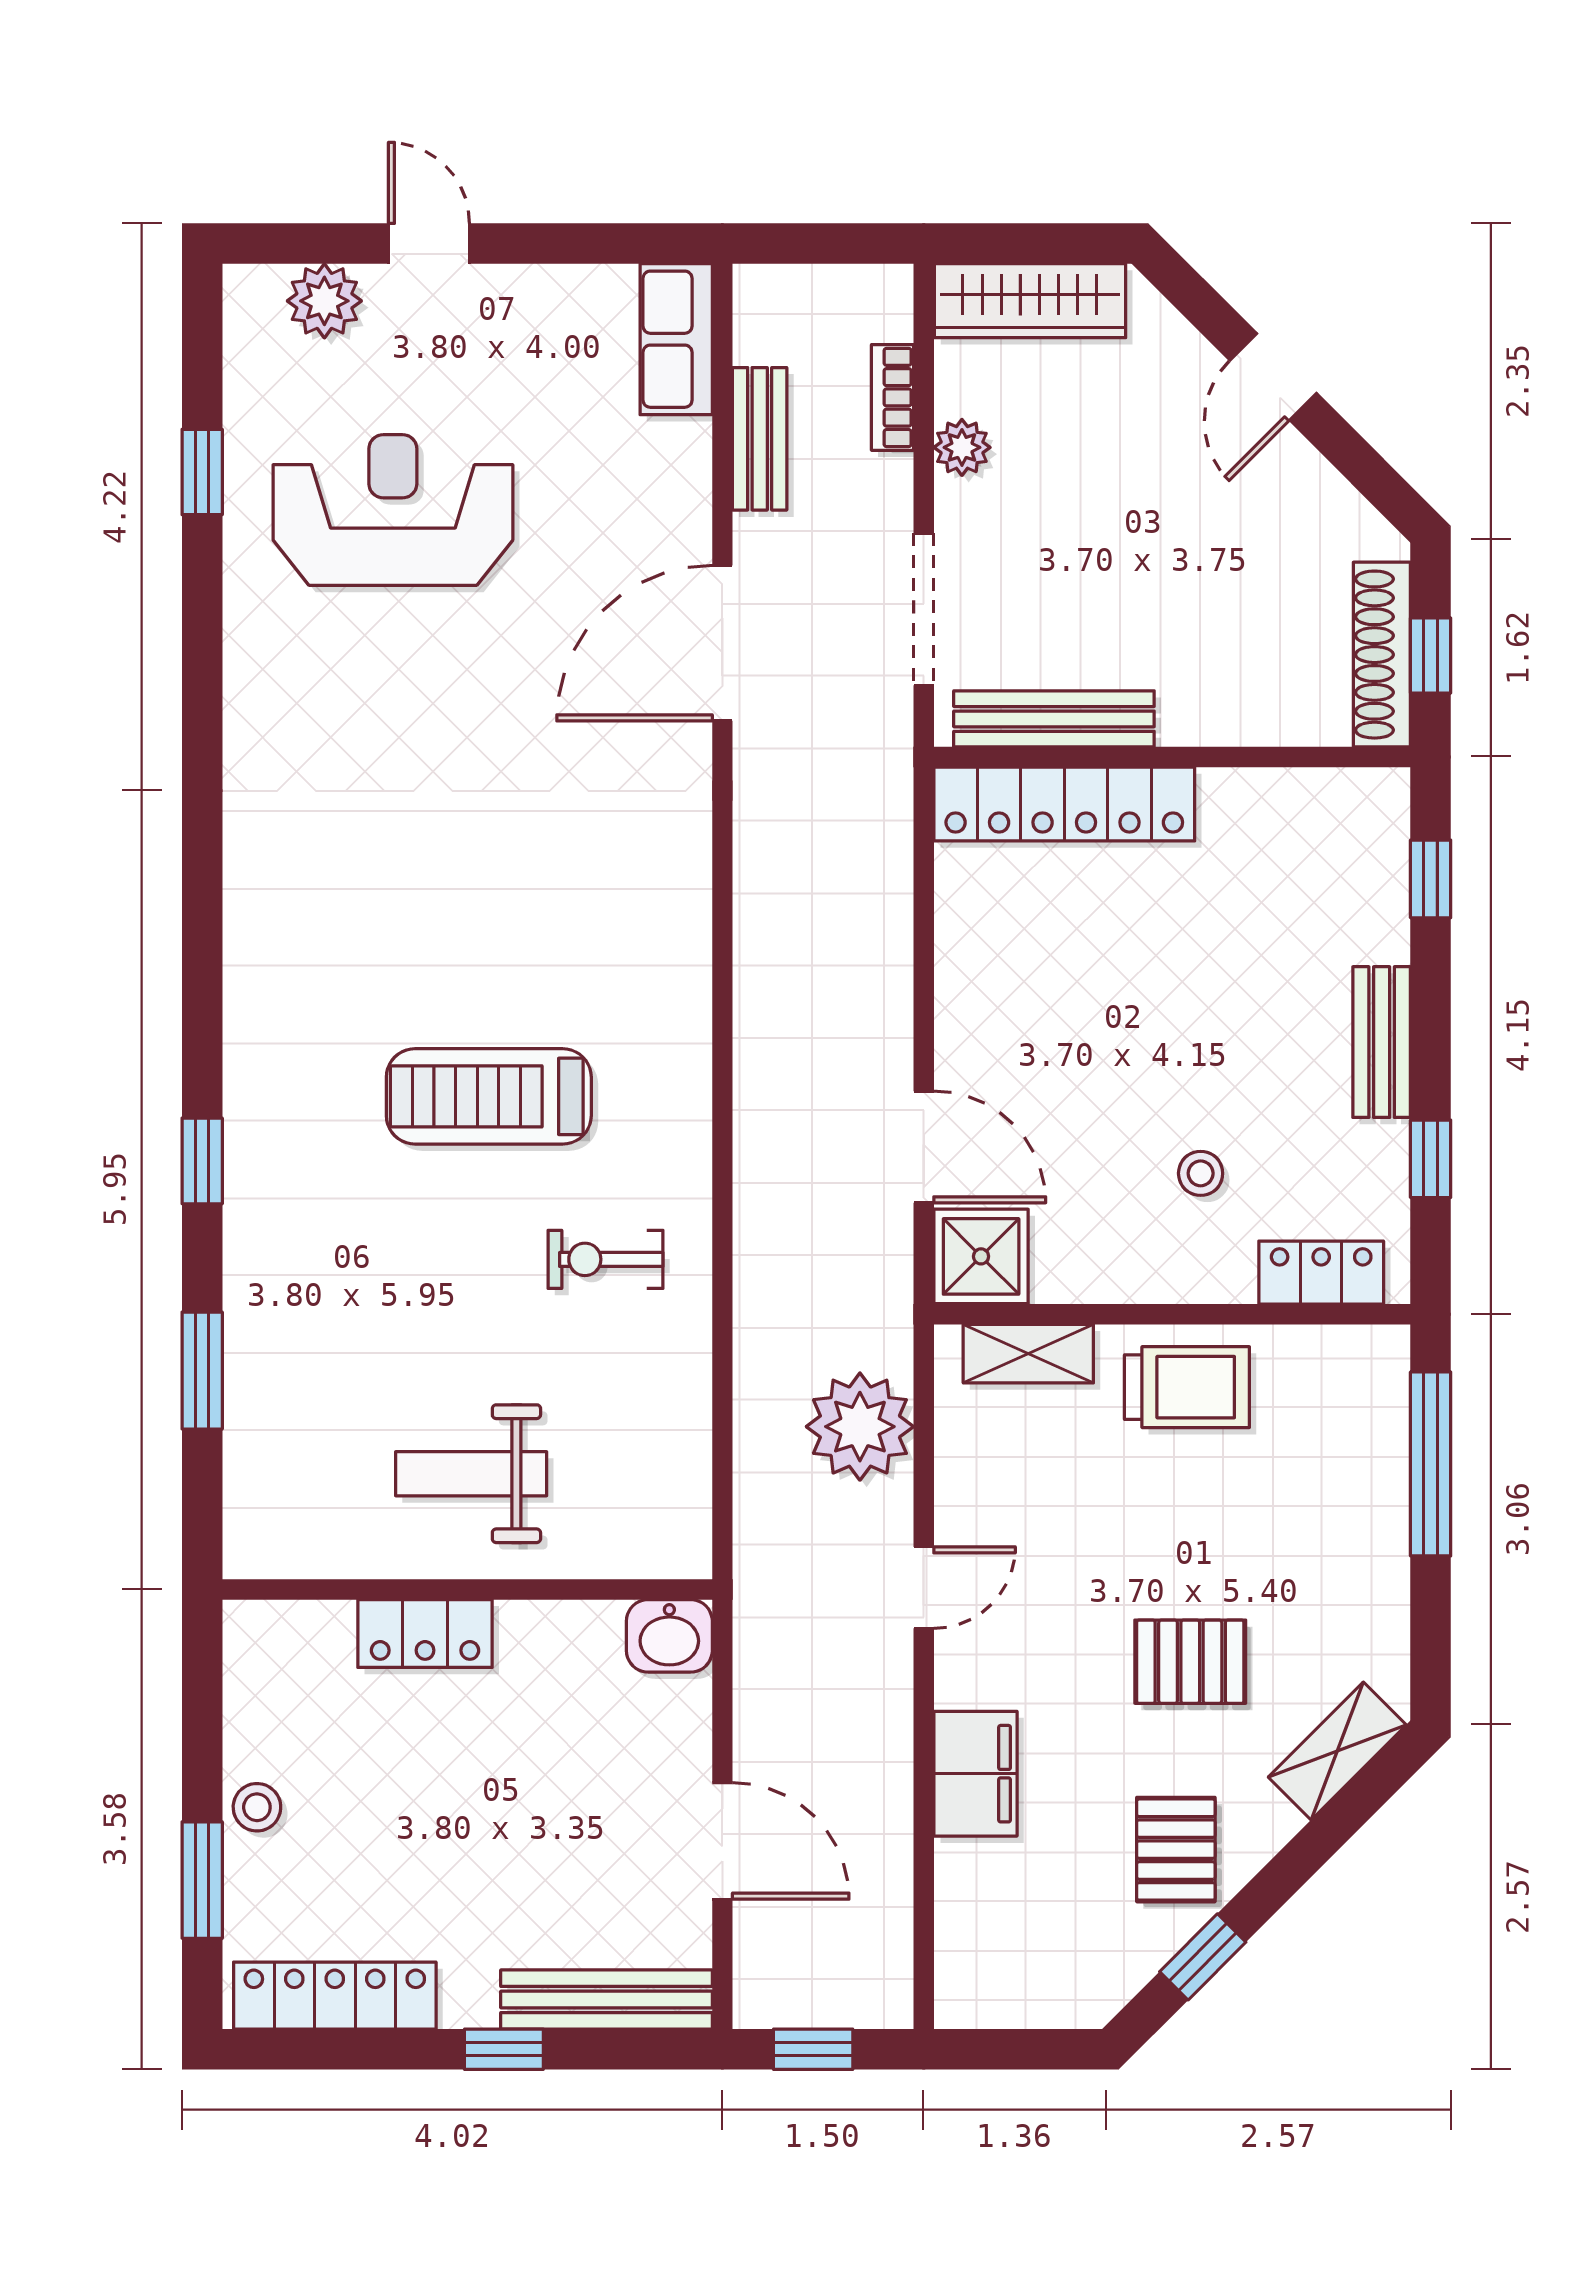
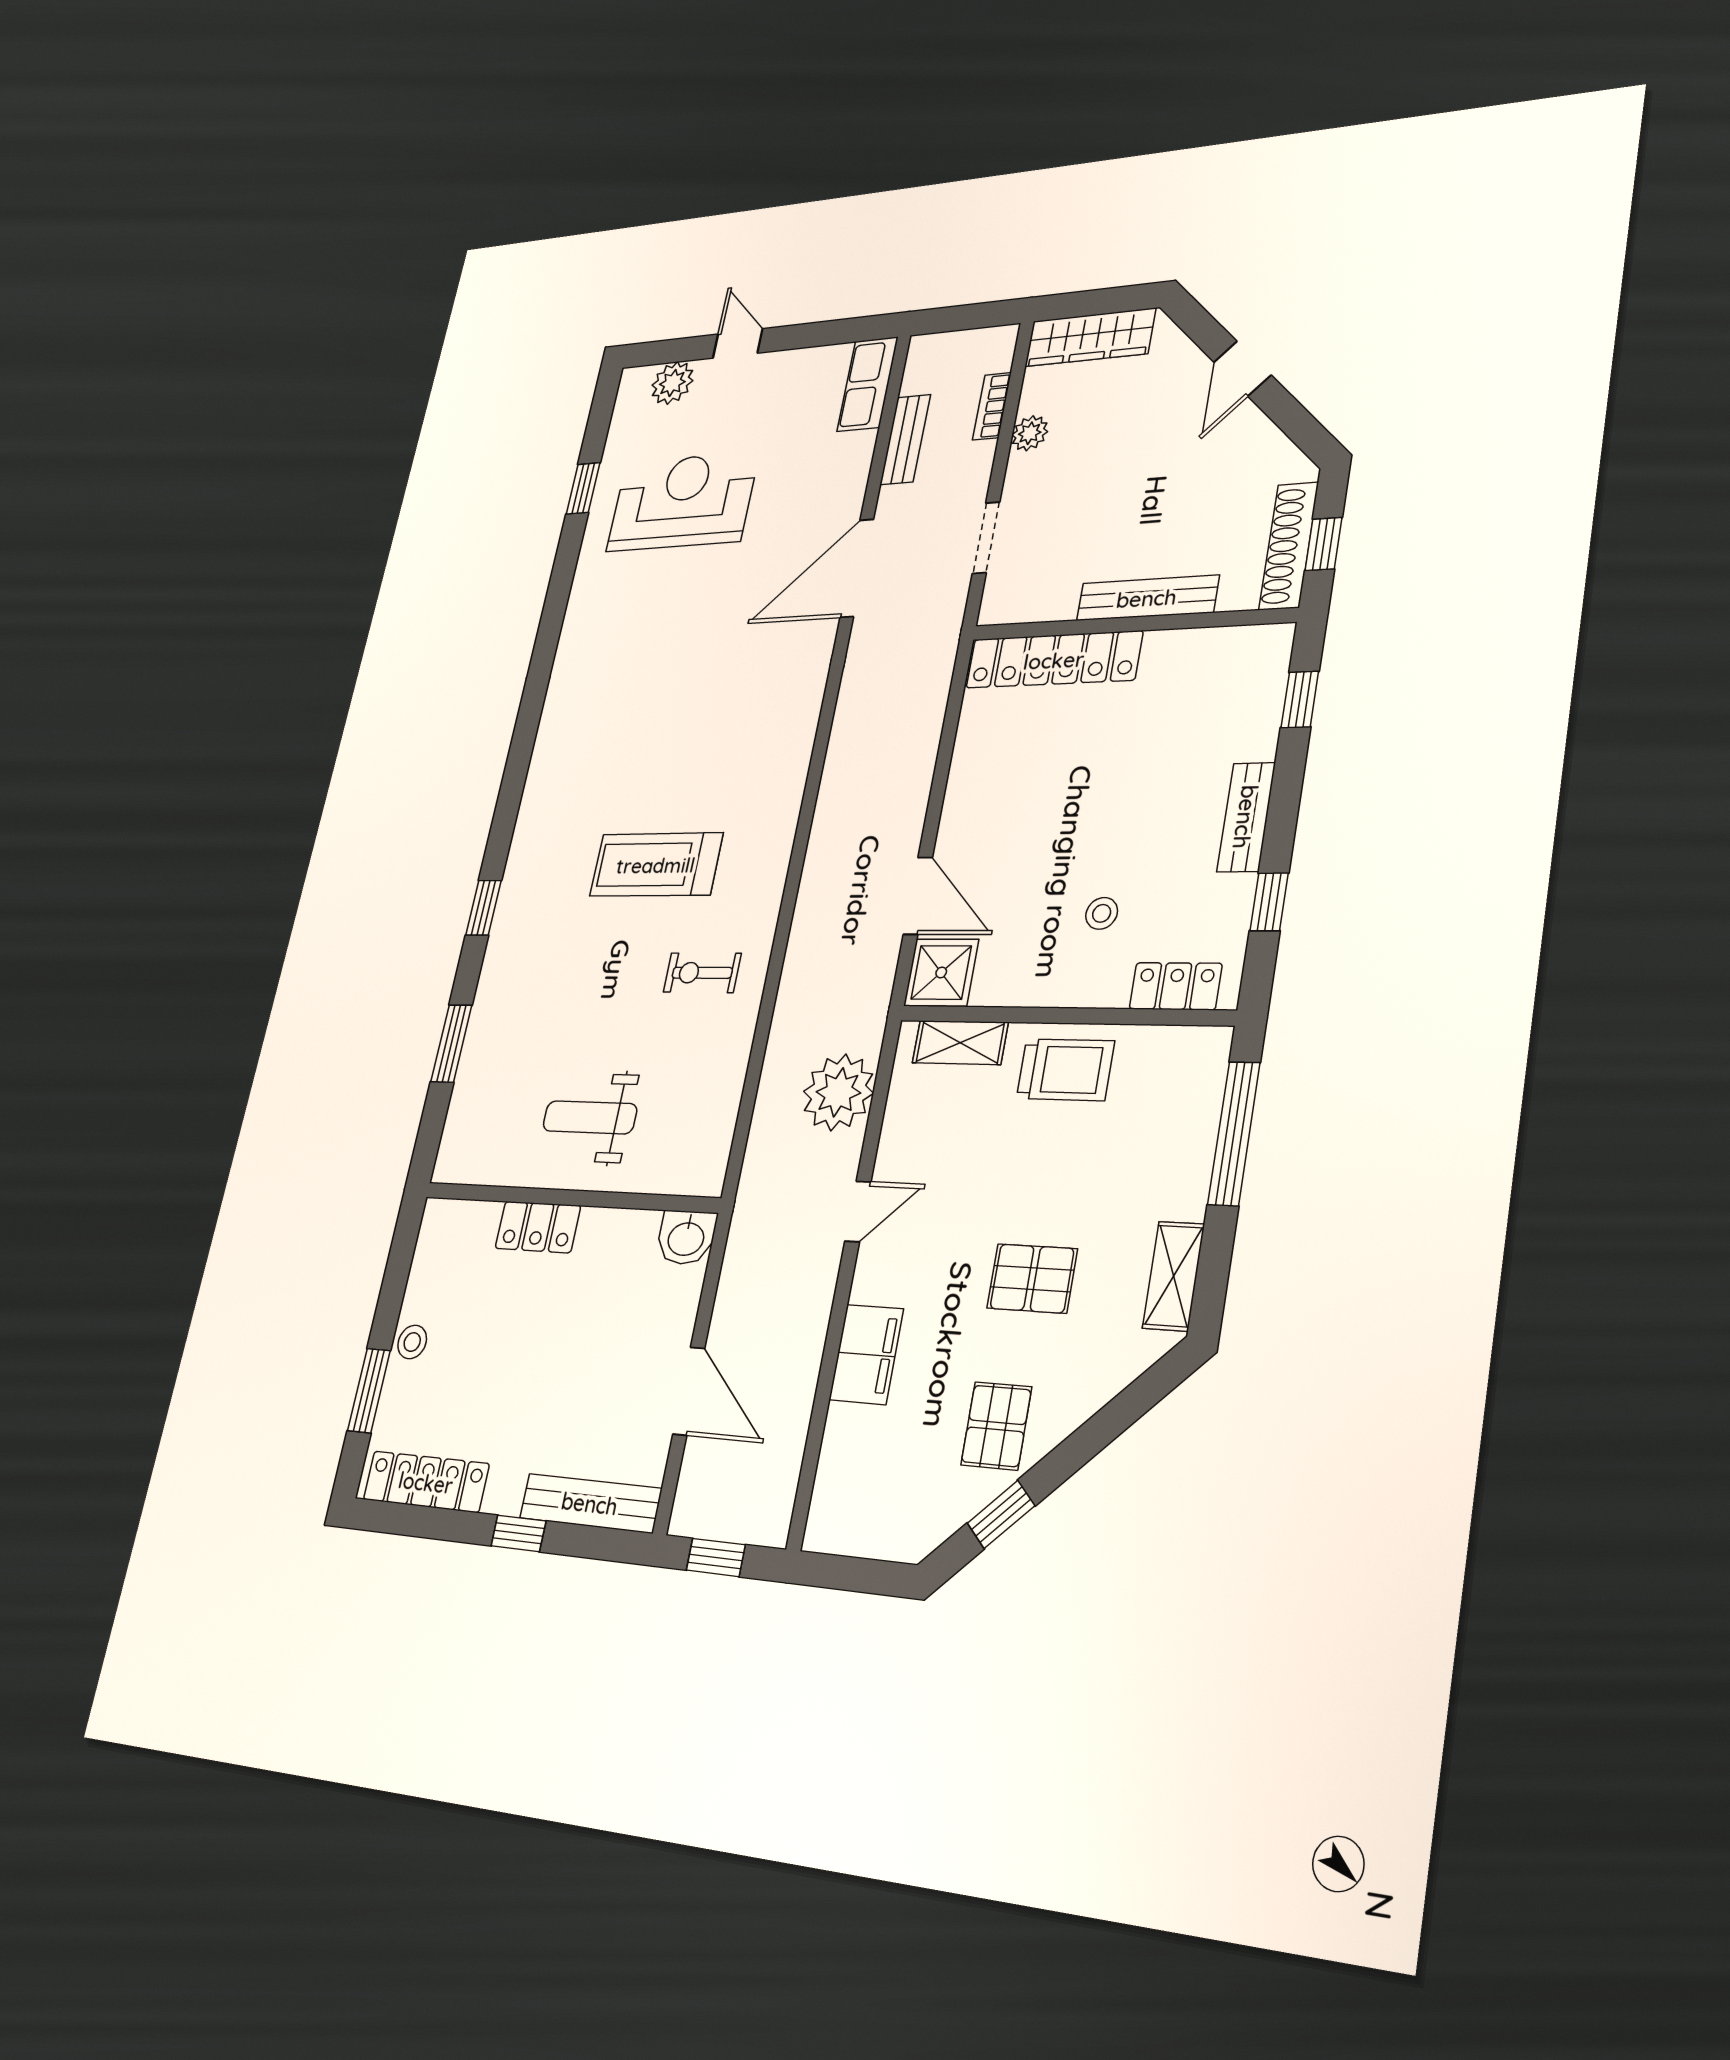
doorway: (924, 609) -> (986, 538), width x0.73
bench: (1054, 719) -> (1147, 598), moved
shelving: (1337, 1751) -> (1174, 1276), moved, turned -45

